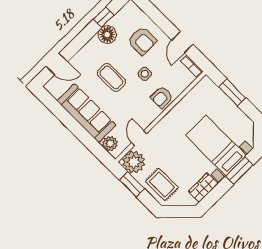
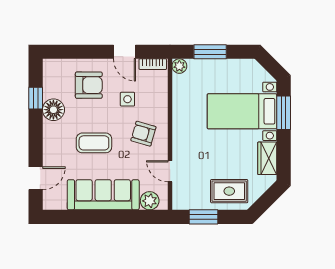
side table: (145, 74) -> (127, 99), moved
armchair: (162, 97) -> (143, 134), moved, turned 106
plant: (134, 162) -> (179, 66), moved, width x0.53, depth x0.53

